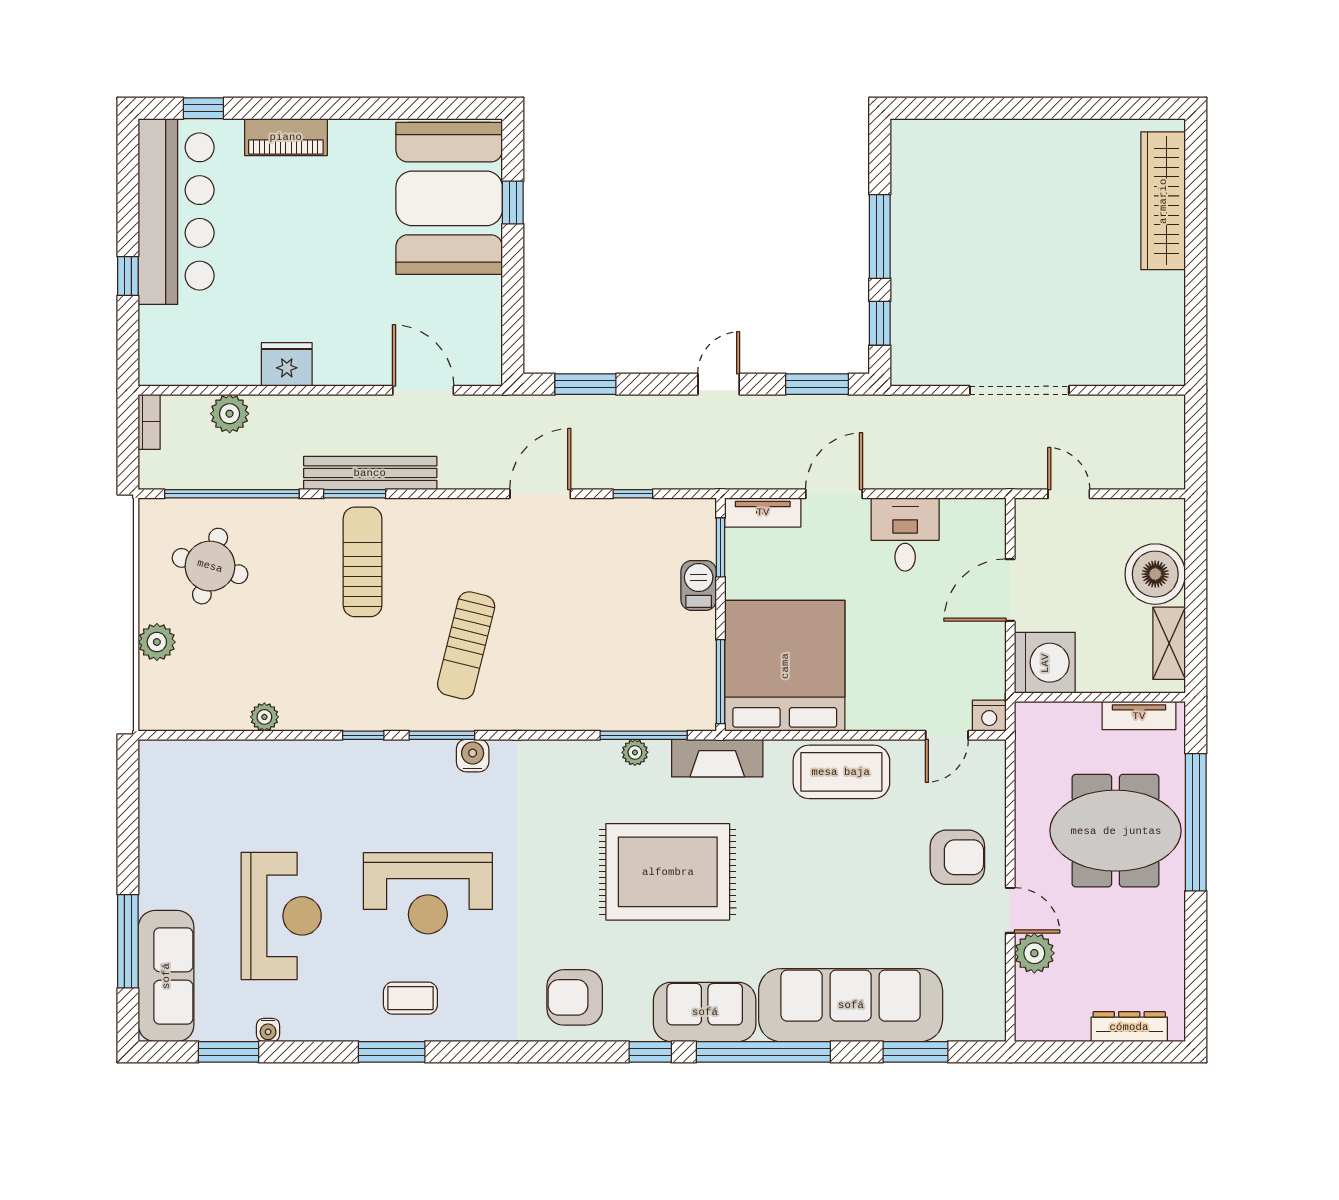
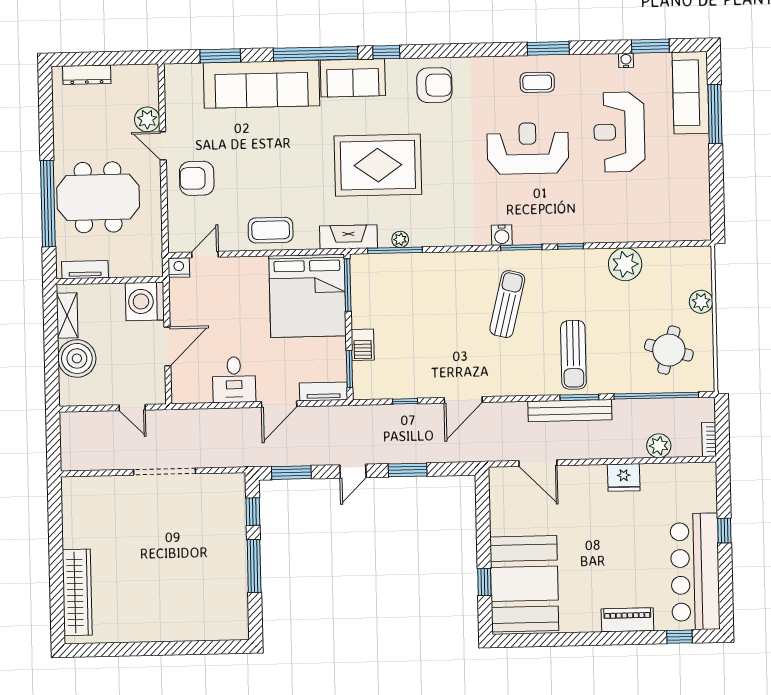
window: (585, 384) -> (408, 470), moved
plant: (264, 717) -> (625, 264), width x1.88, depth x1.88
coffee table: (841, 772) -> (271, 230), width x0.73, depth x0.76

